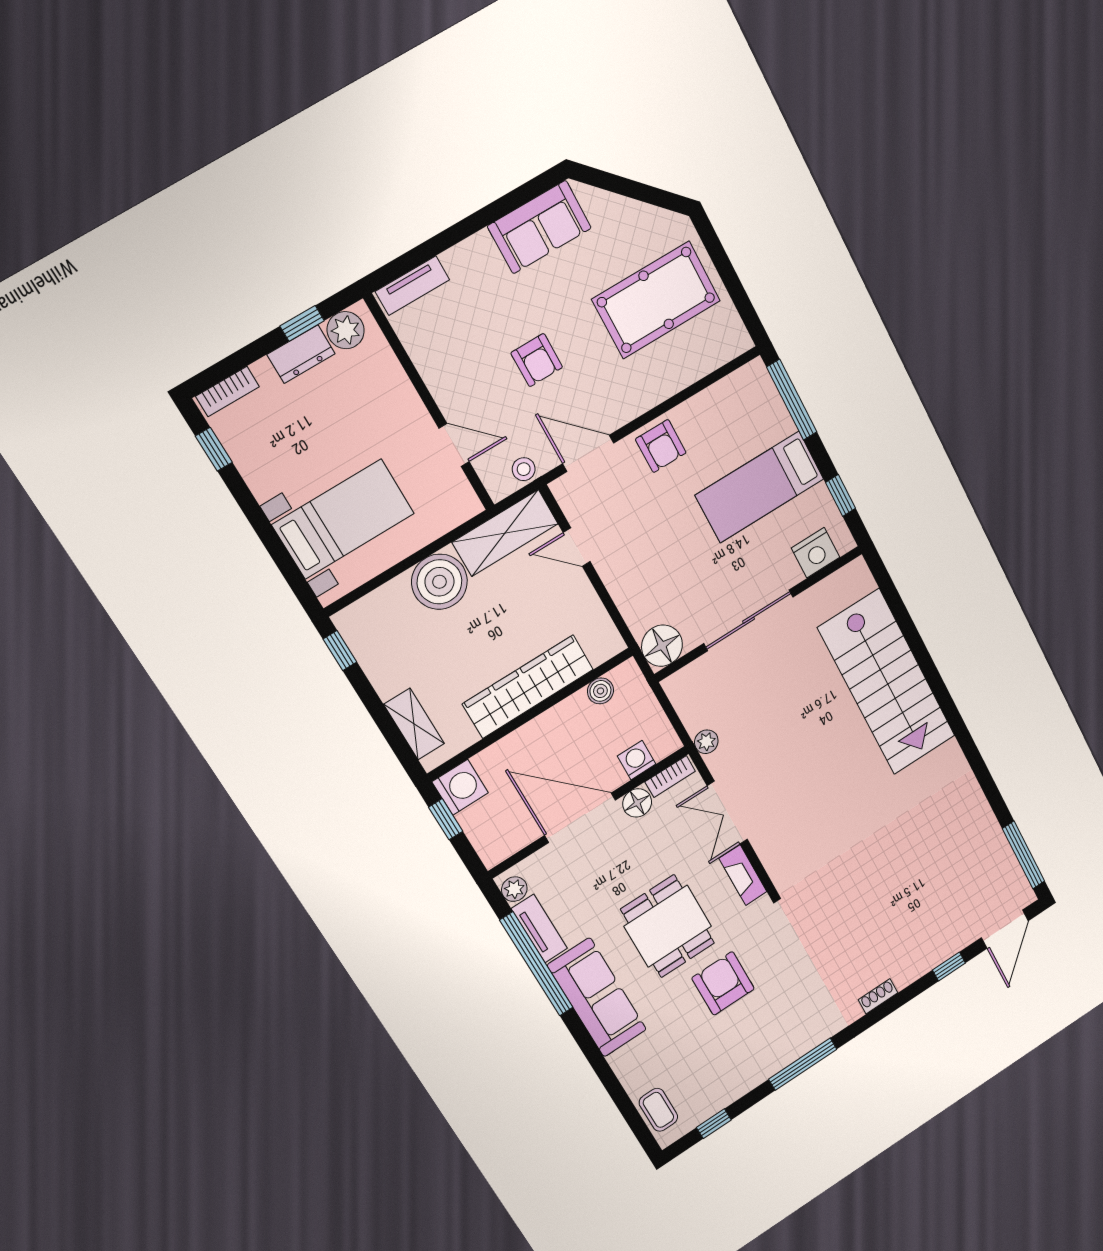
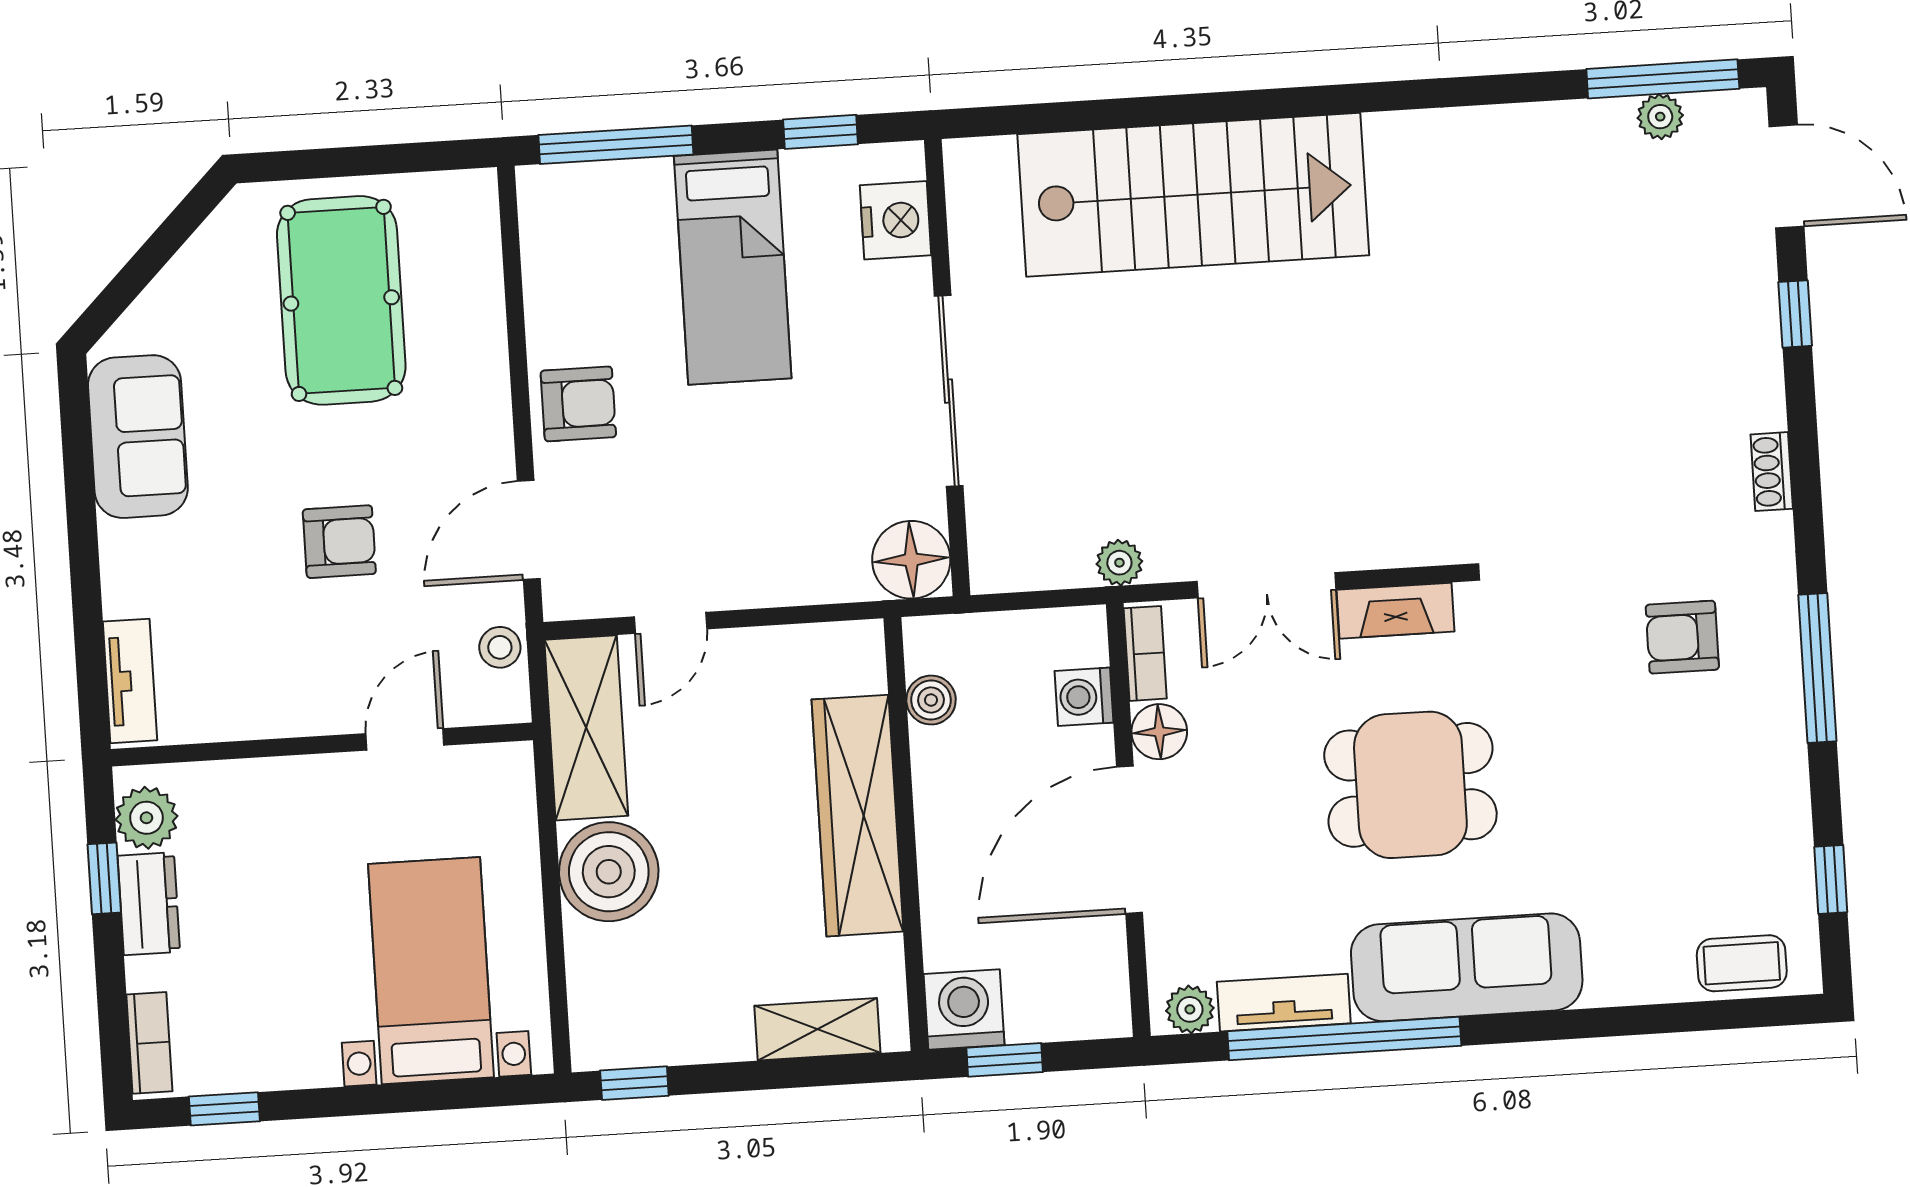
plant: (1007, 863) -> (1660, 117), added
armchair: (723, 983) -> (1682, 637), moved, width x0.72, depth x0.72

